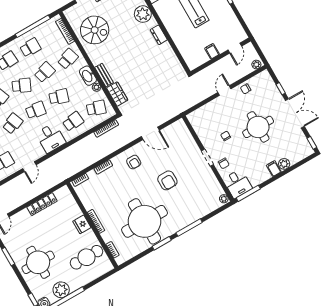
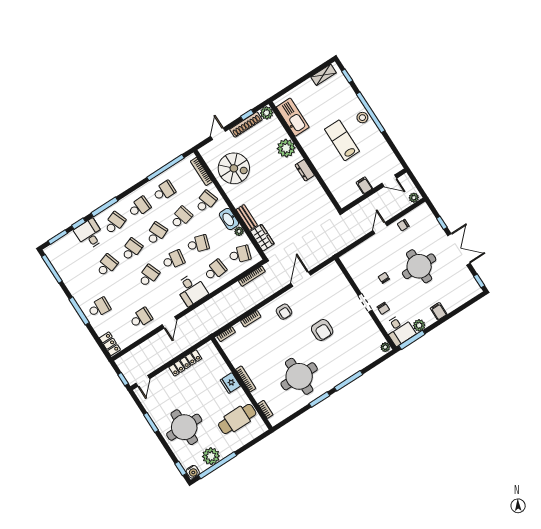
door: (235, 48) -> (389, 181), hinge flipped
school desk: (21, 86) -> (156, 233), turned -48
door: (150, 133) -> (301, 279), swing flipped
plant: (284, 164) -> (419, 325), moved
round table: (144, 221) -> (299, 376), width x0.73, depth x0.73

